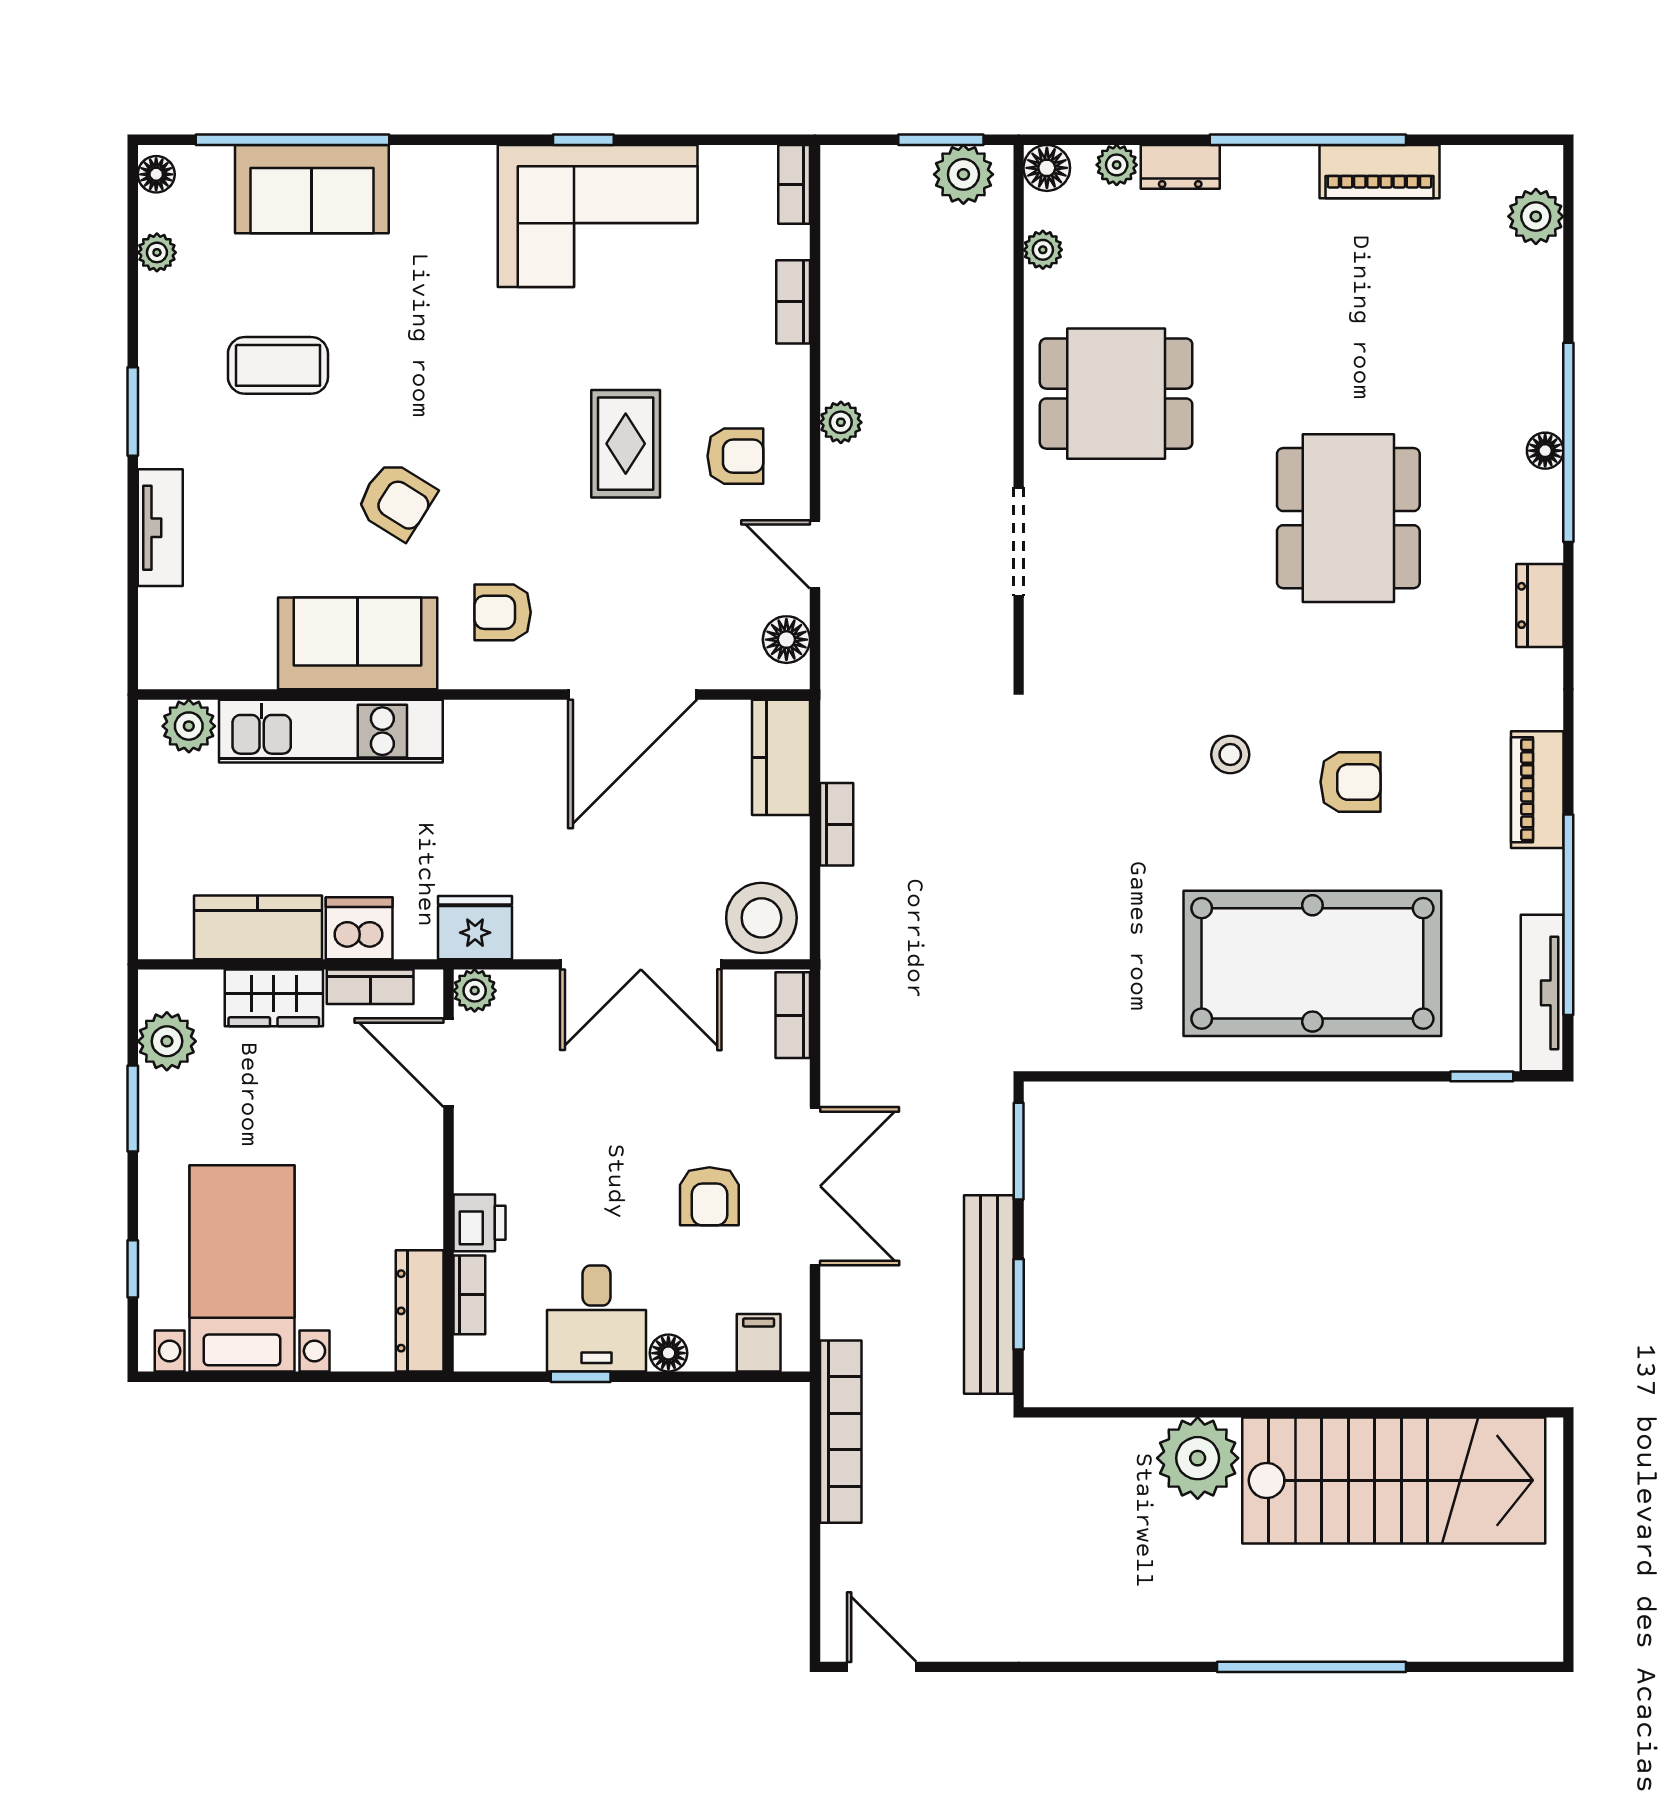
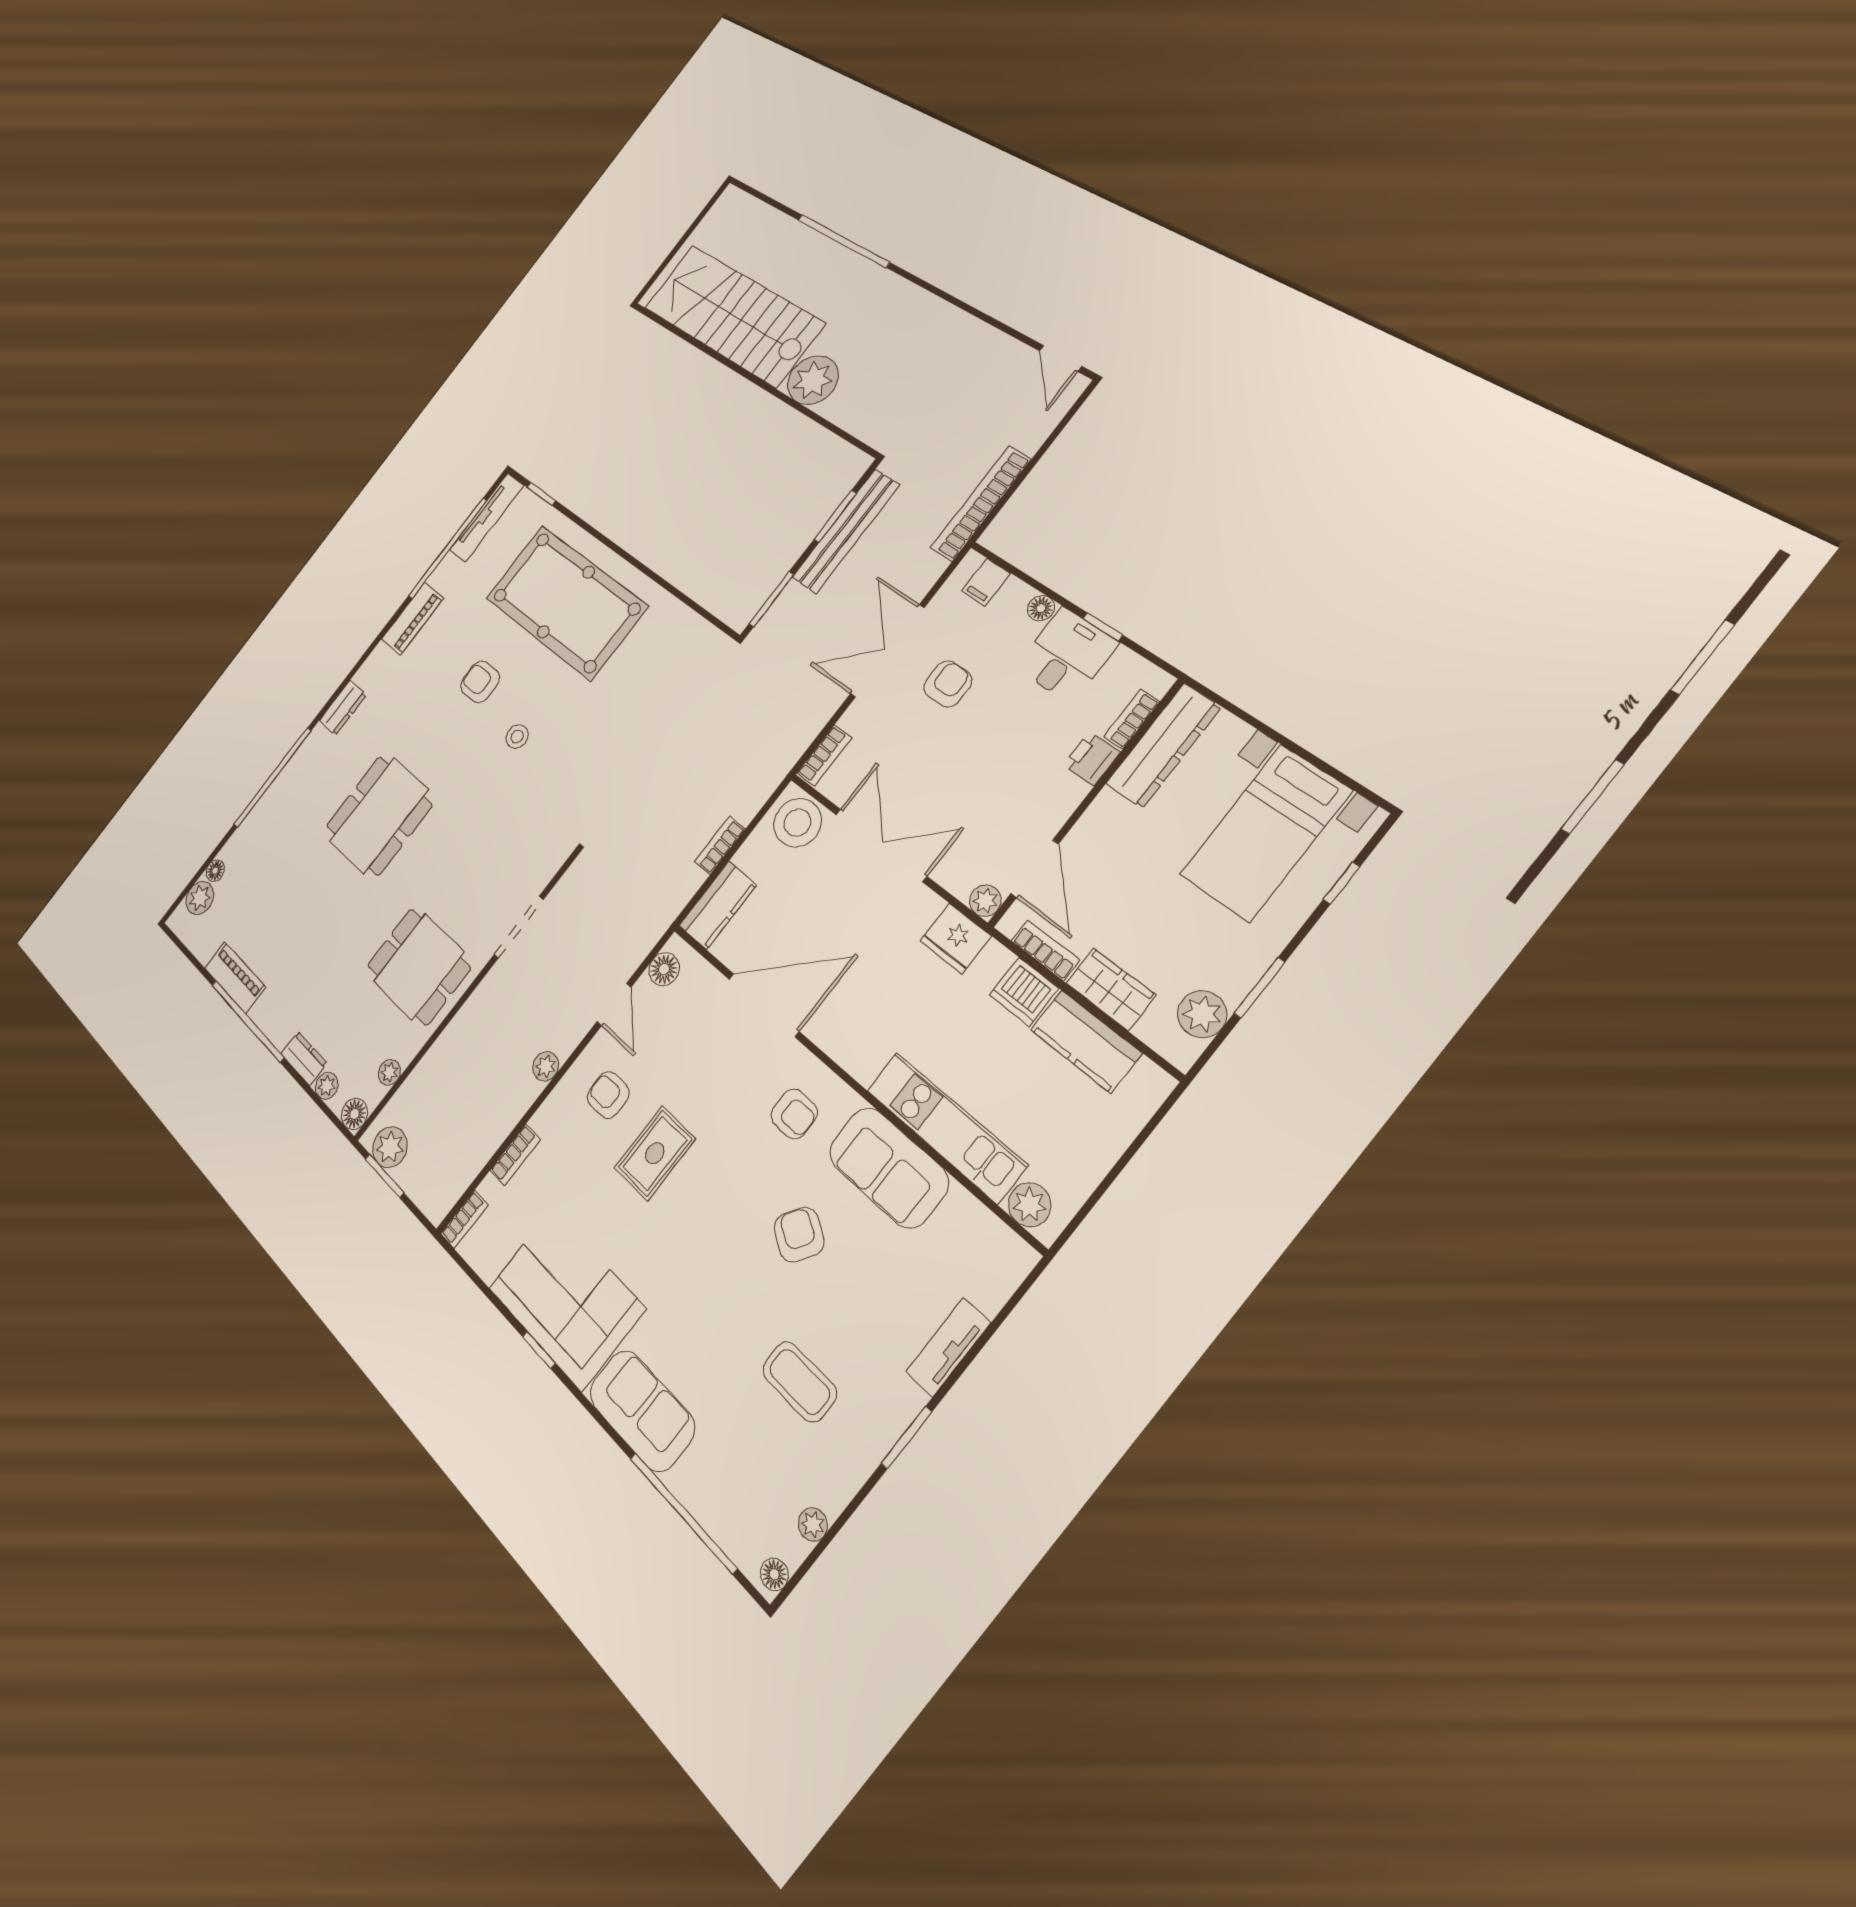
sofa: (312, 189) -> (642, 1411), moved
floor lamp: (1545, 451) -> (215, 871), moved
dresser: (420, 1311) -> (1163, 746), width x1.37, depth x1.24

